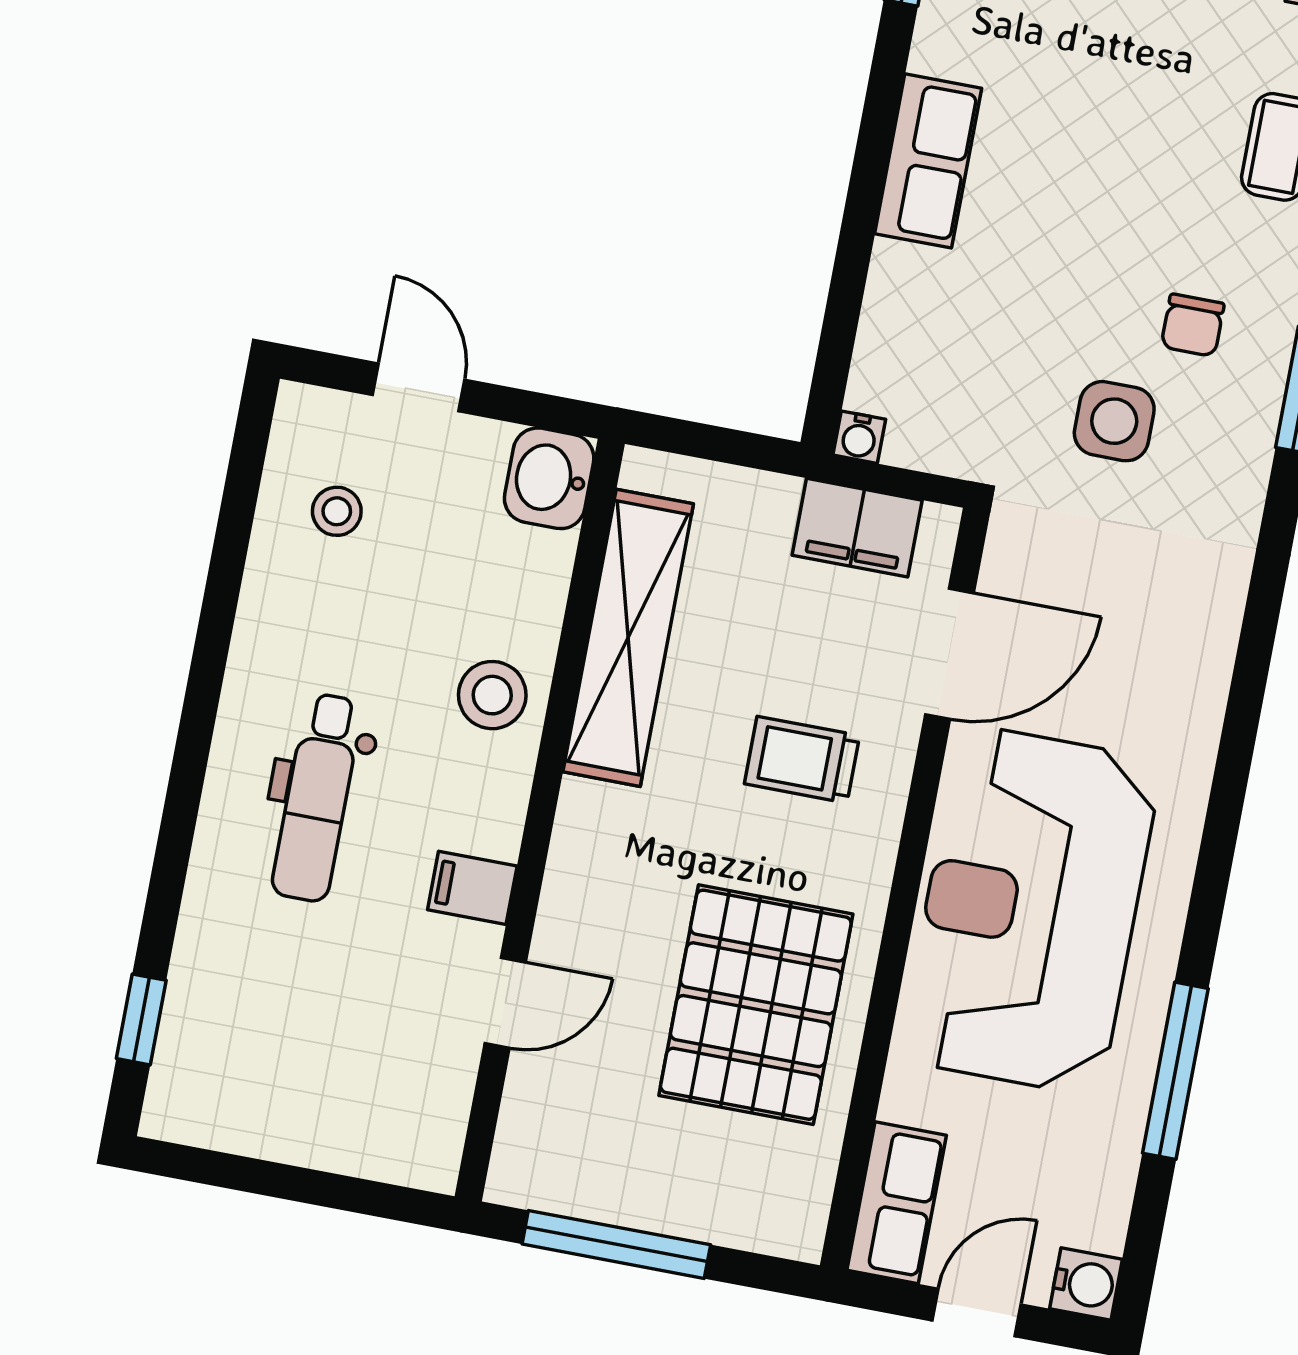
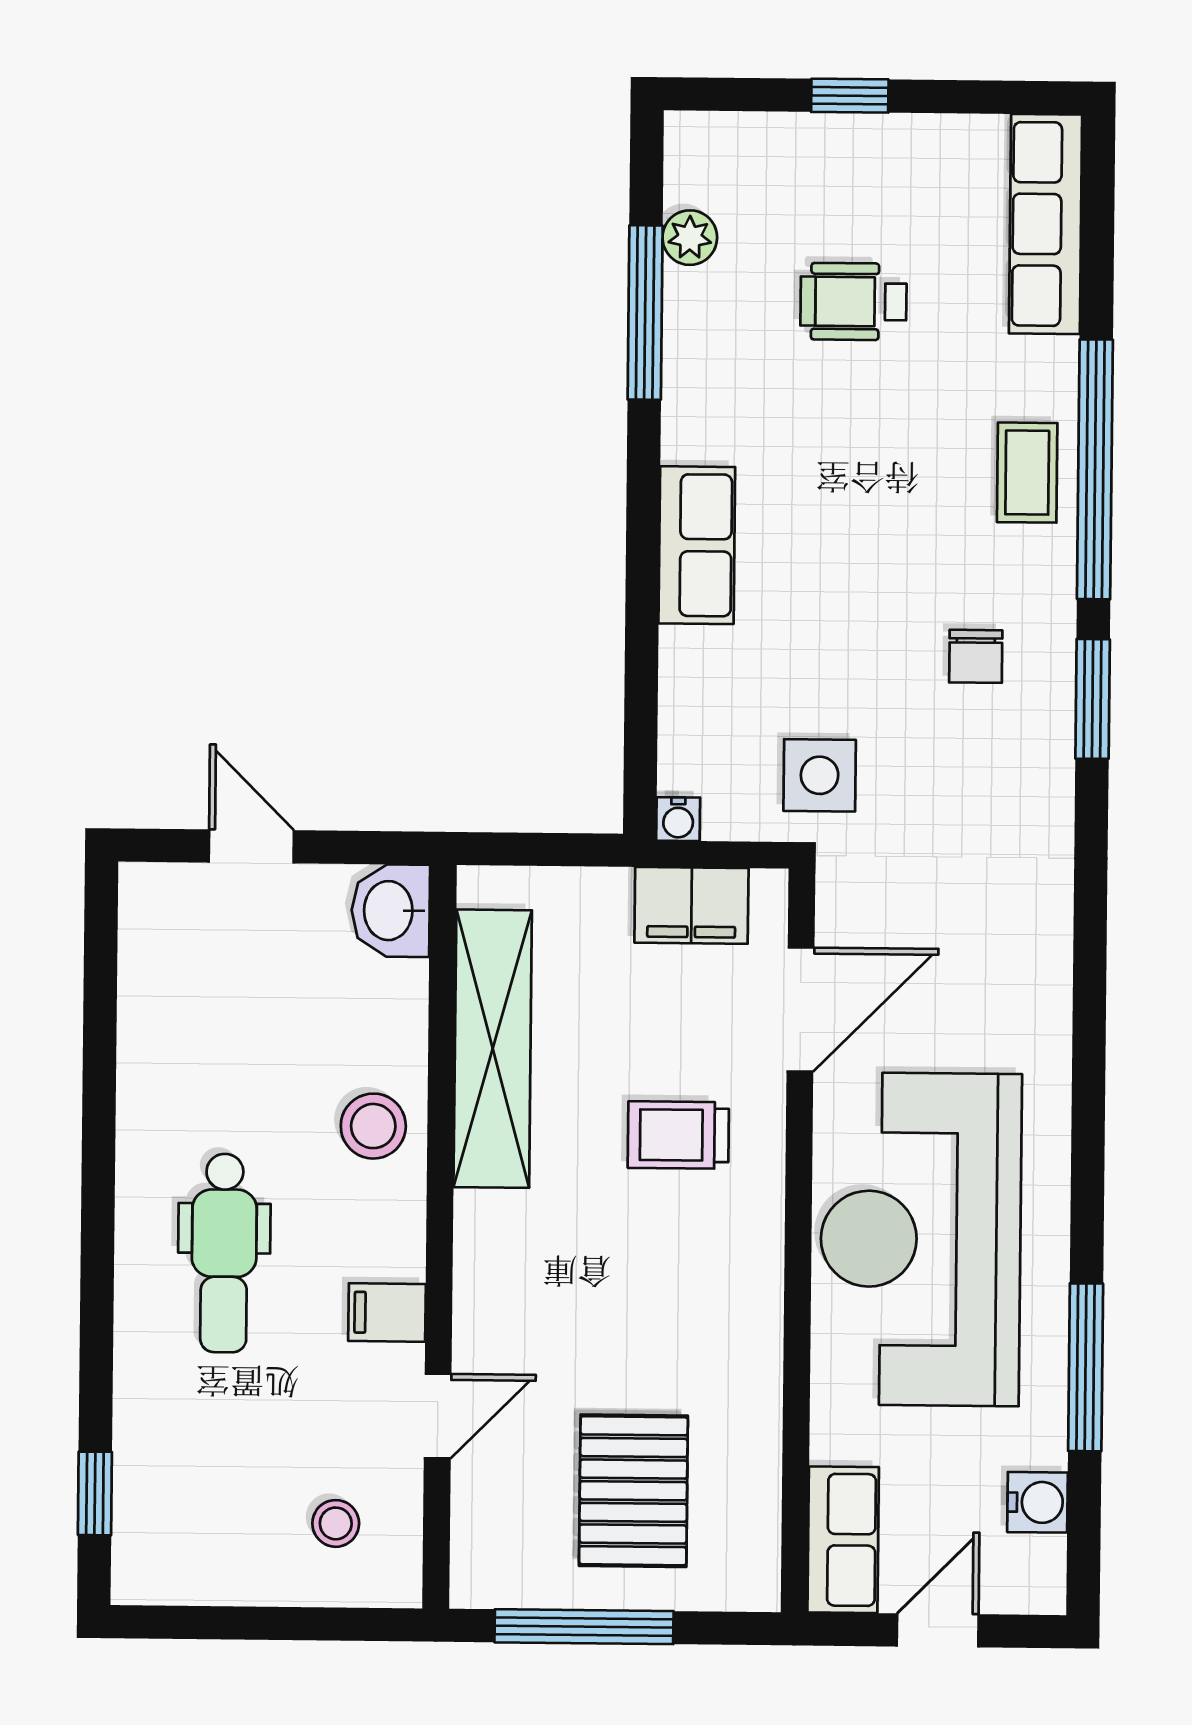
side table: (1114, 421) -> (820, 775), moved
stool: (337, 511) -> (336, 1523), moved
pallet: (756, 1005) -> (633, 1491), moved, width x0.73, depth x0.71
water cooler: (1086, 1284) -> (1037, 1502), moved

